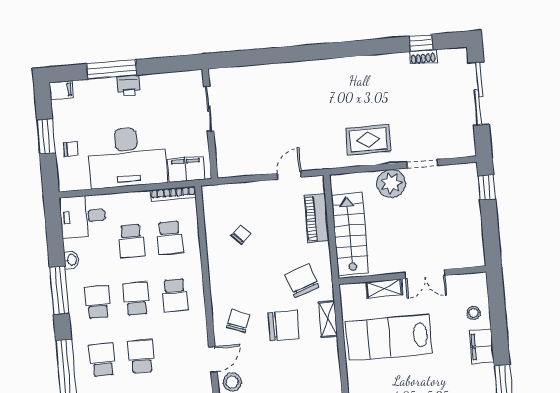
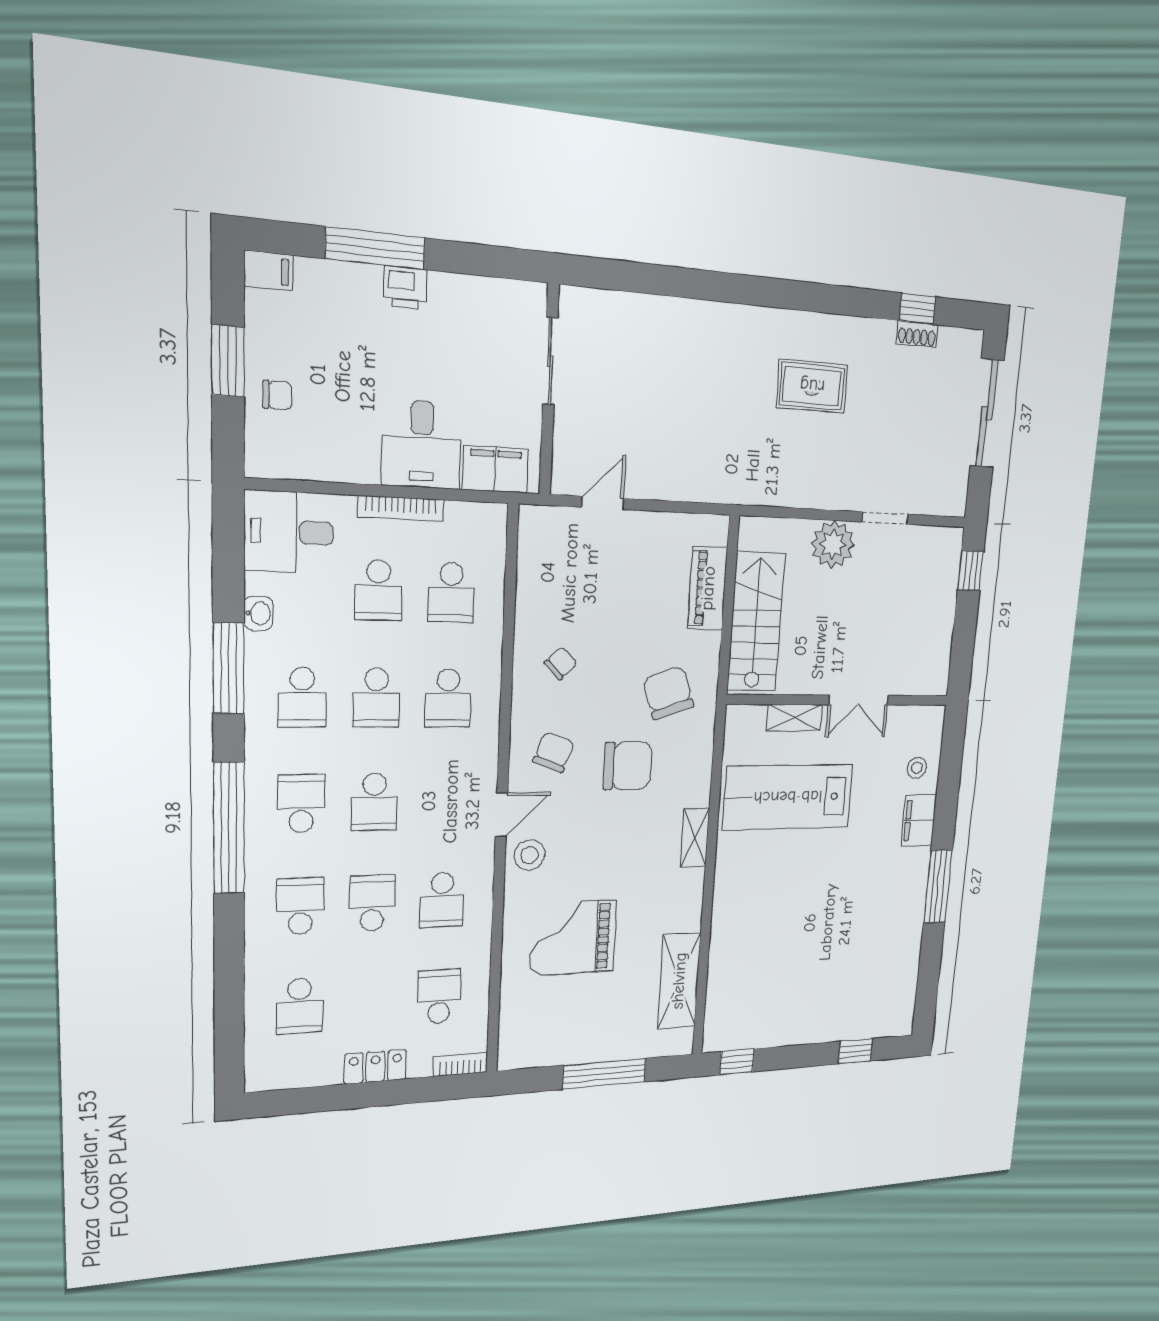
rug: (368, 140) -> (812, 386), moved
desk: (127, 157) -> (422, 445), width x0.53, depth x0.77
door: (289, 175) -> (603, 503), moved
bookcase: (173, 194) -> (401, 508), moved
chair: (241, 234) -> (561, 663), moved
school desk: (136, 299) -> (376, 698), turned 180
school desk: (98, 302) -> (302, 697), turned 180
shelving: (328, 319) -> (695, 838), moved
school desk: (141, 356) -> (374, 802), turned 180

